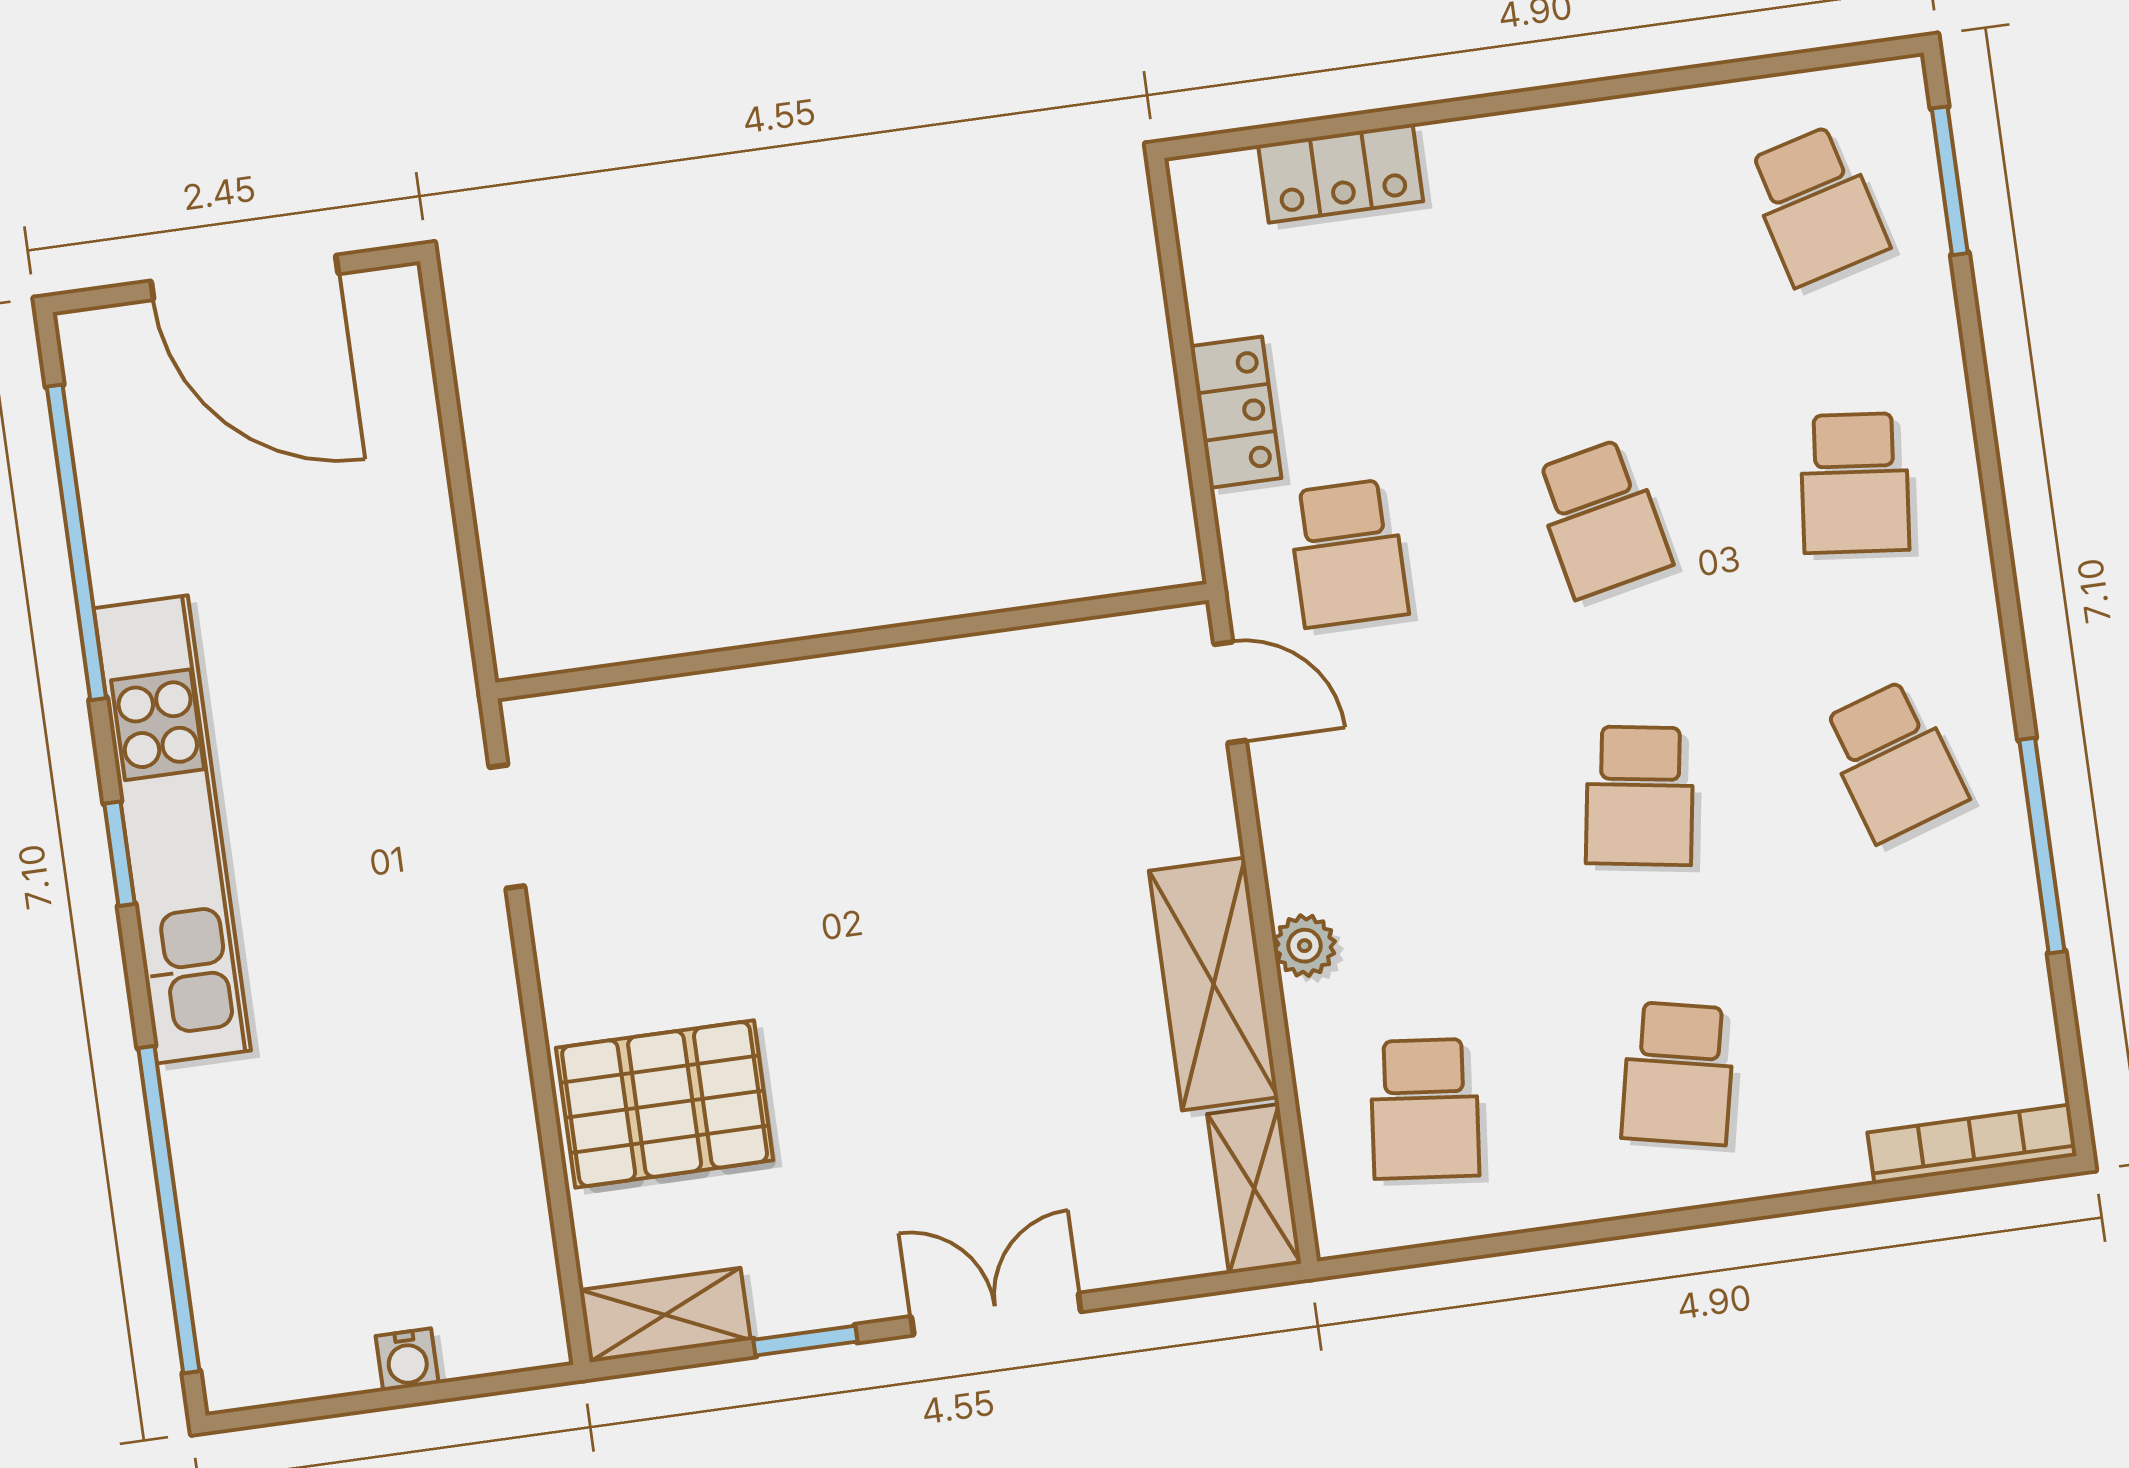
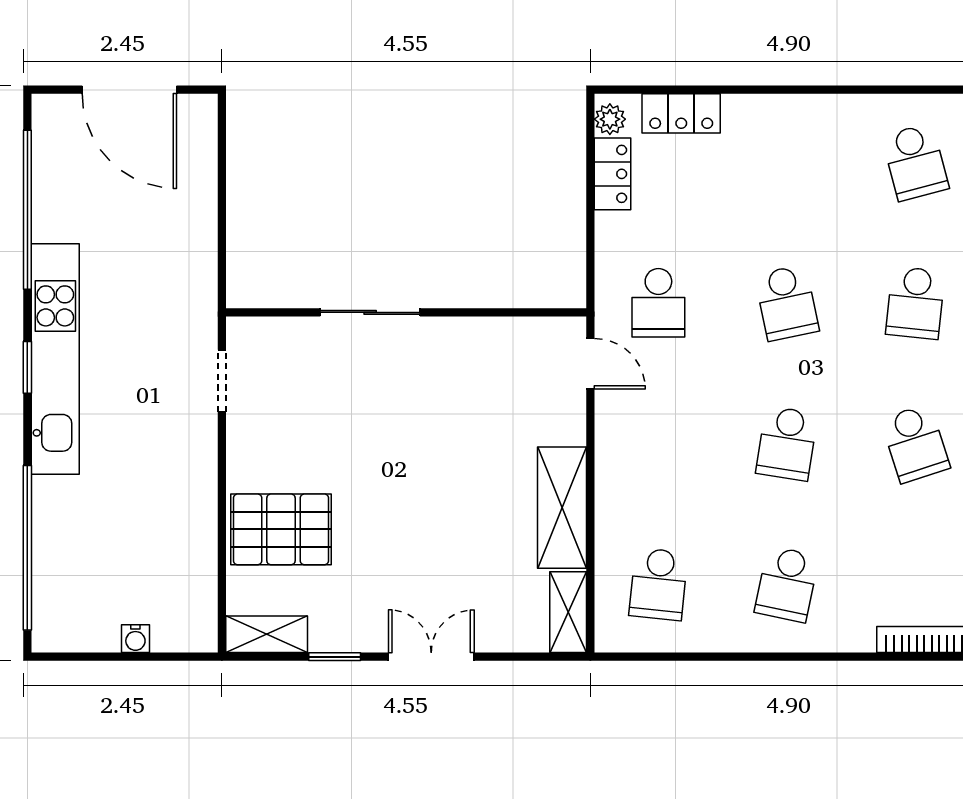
locker: (1236, 412) -> (613, 174), moved
sliding door: (781, 651) -> (370, 312), added
plant: (1305, 946) -> (610, 119), moved

